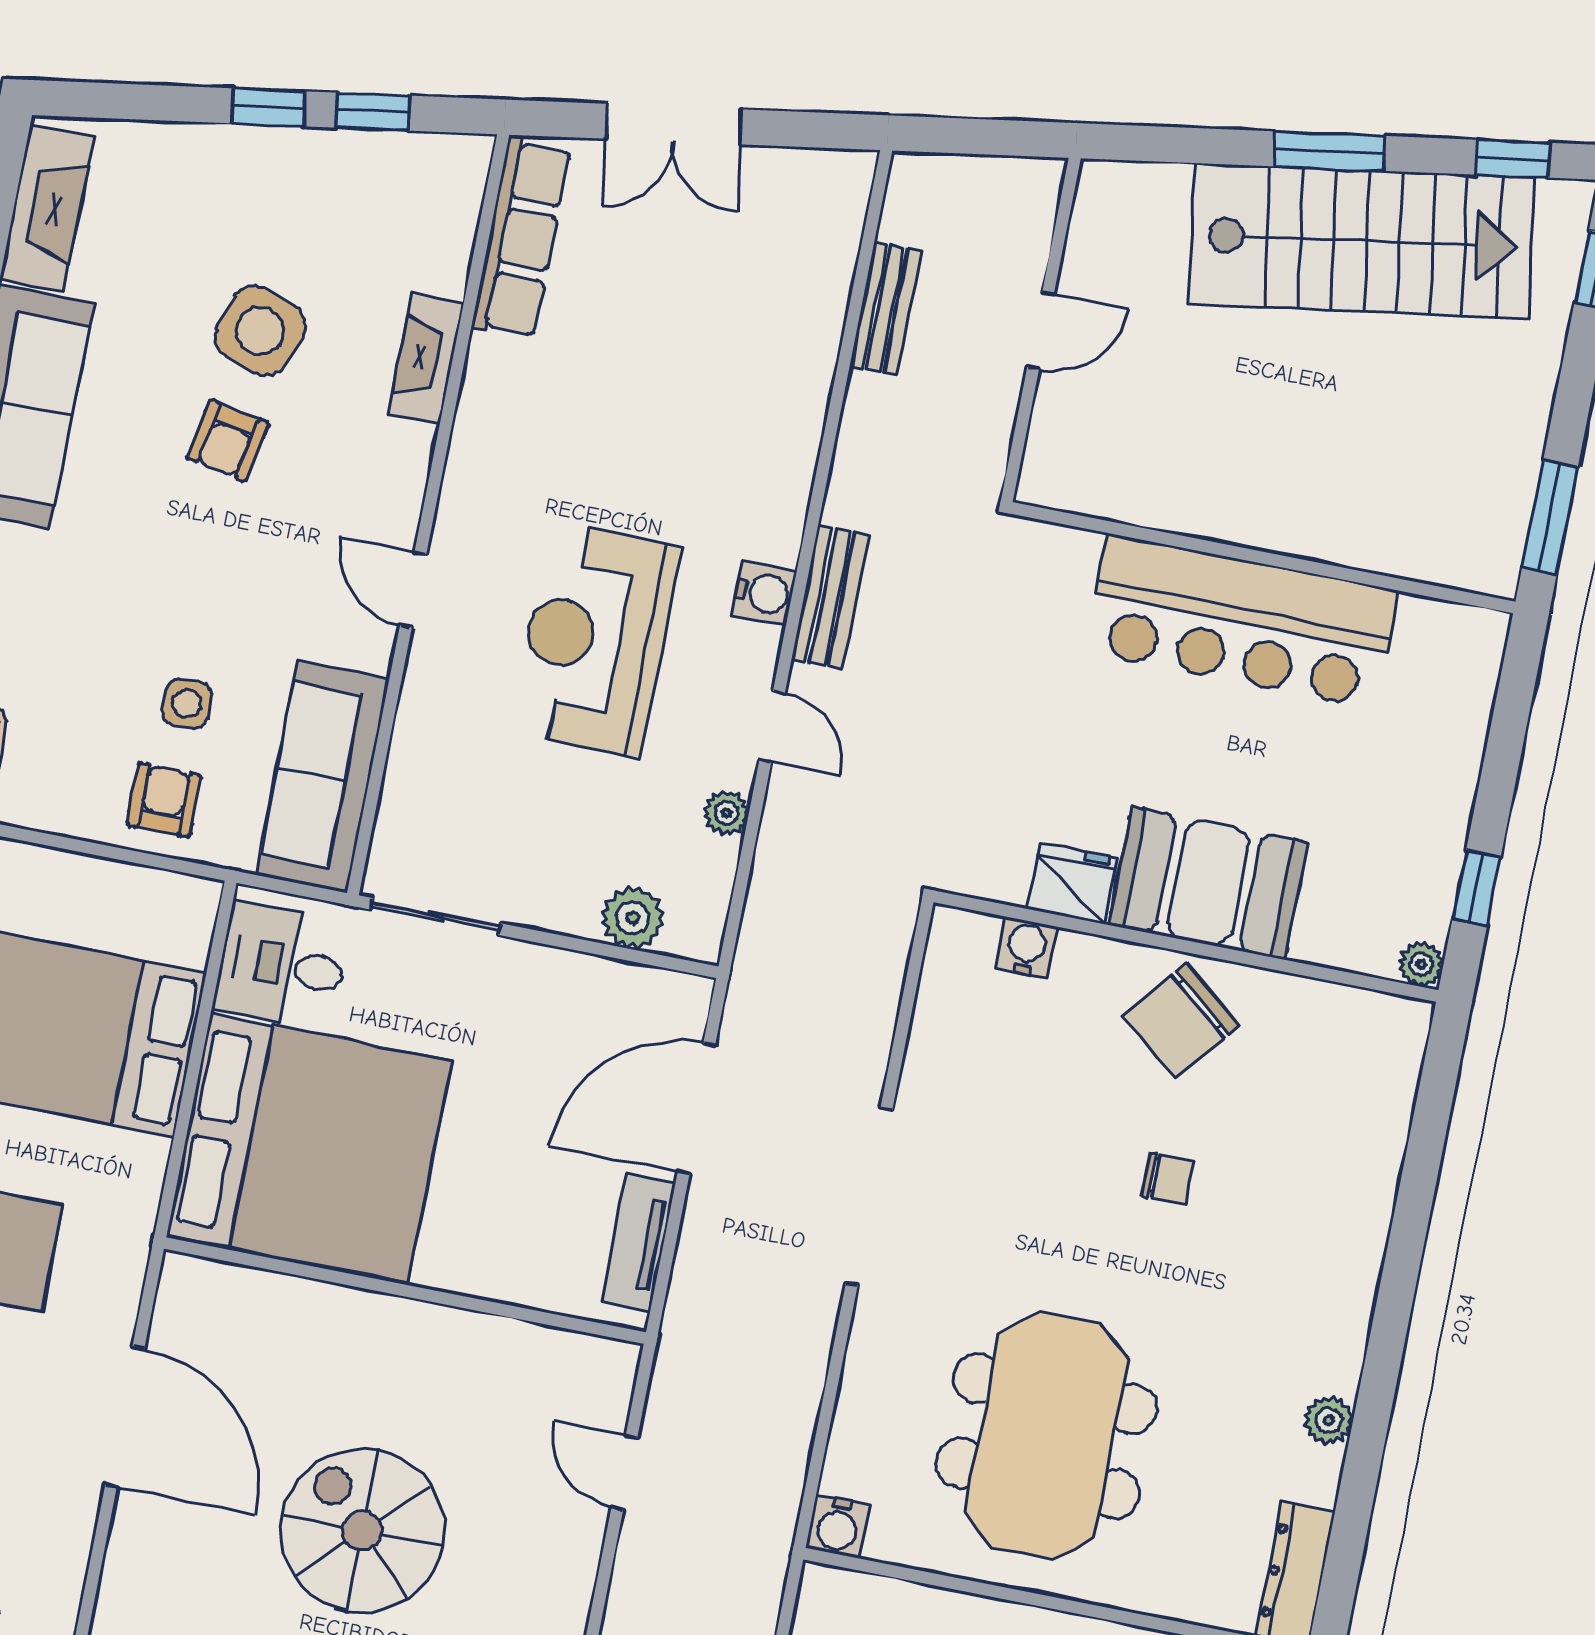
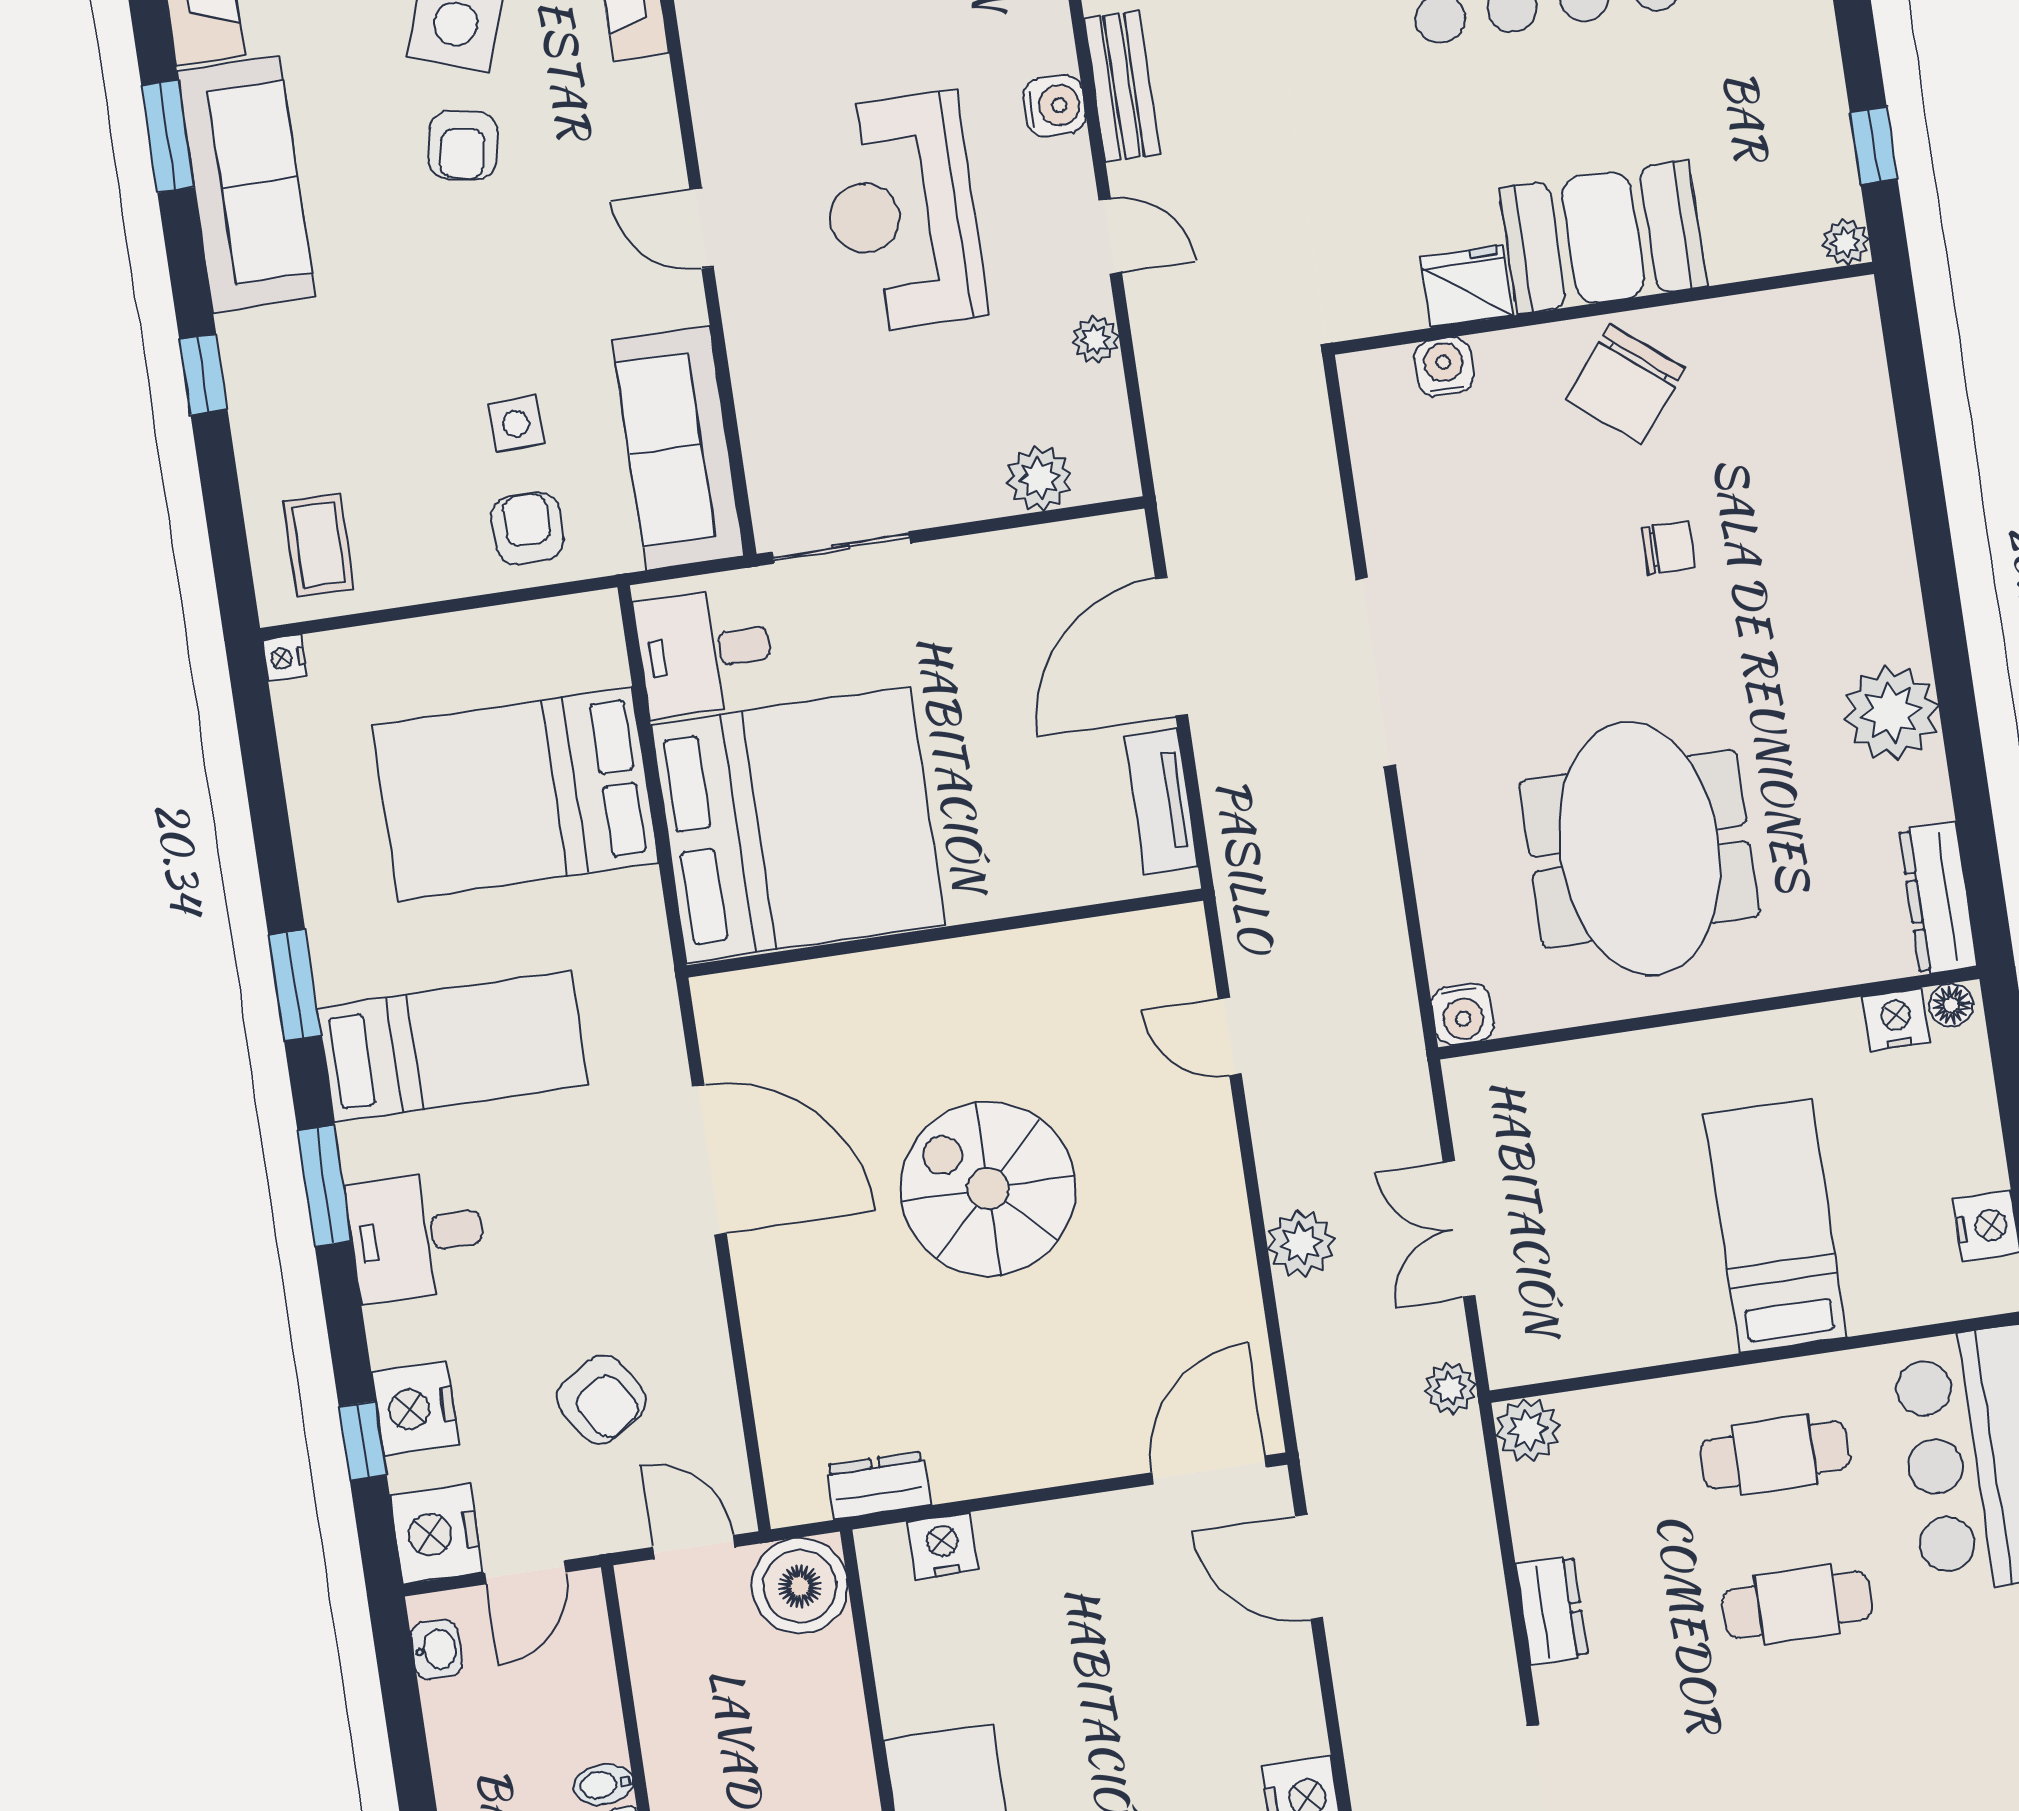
plant: (1329, 1420) -> (1891, 713), width x1.88, depth x1.88

